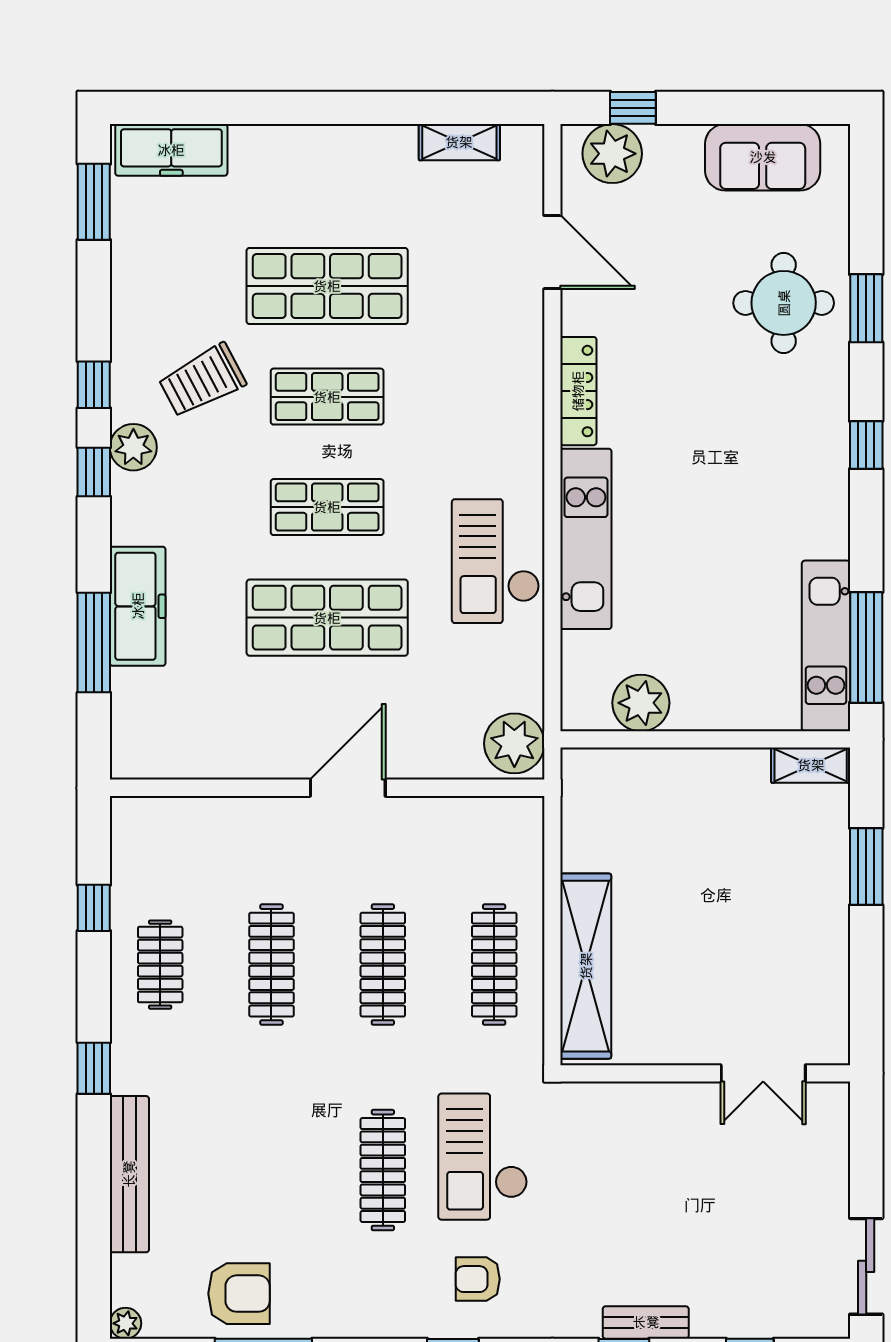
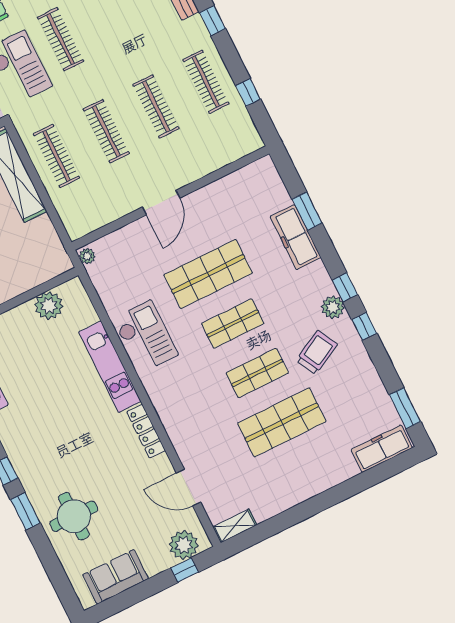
shelving: (459, 142) -> (235, 526), moved
window: (866, 308) -> (25, 511), moved
window: (94, 642) -> (307, 211), width x0.69
plant: (514, 743) -> (87, 256), width x0.53, depth x0.53
clothes rail: (160, 965) -> (206, 82), width x1.36

